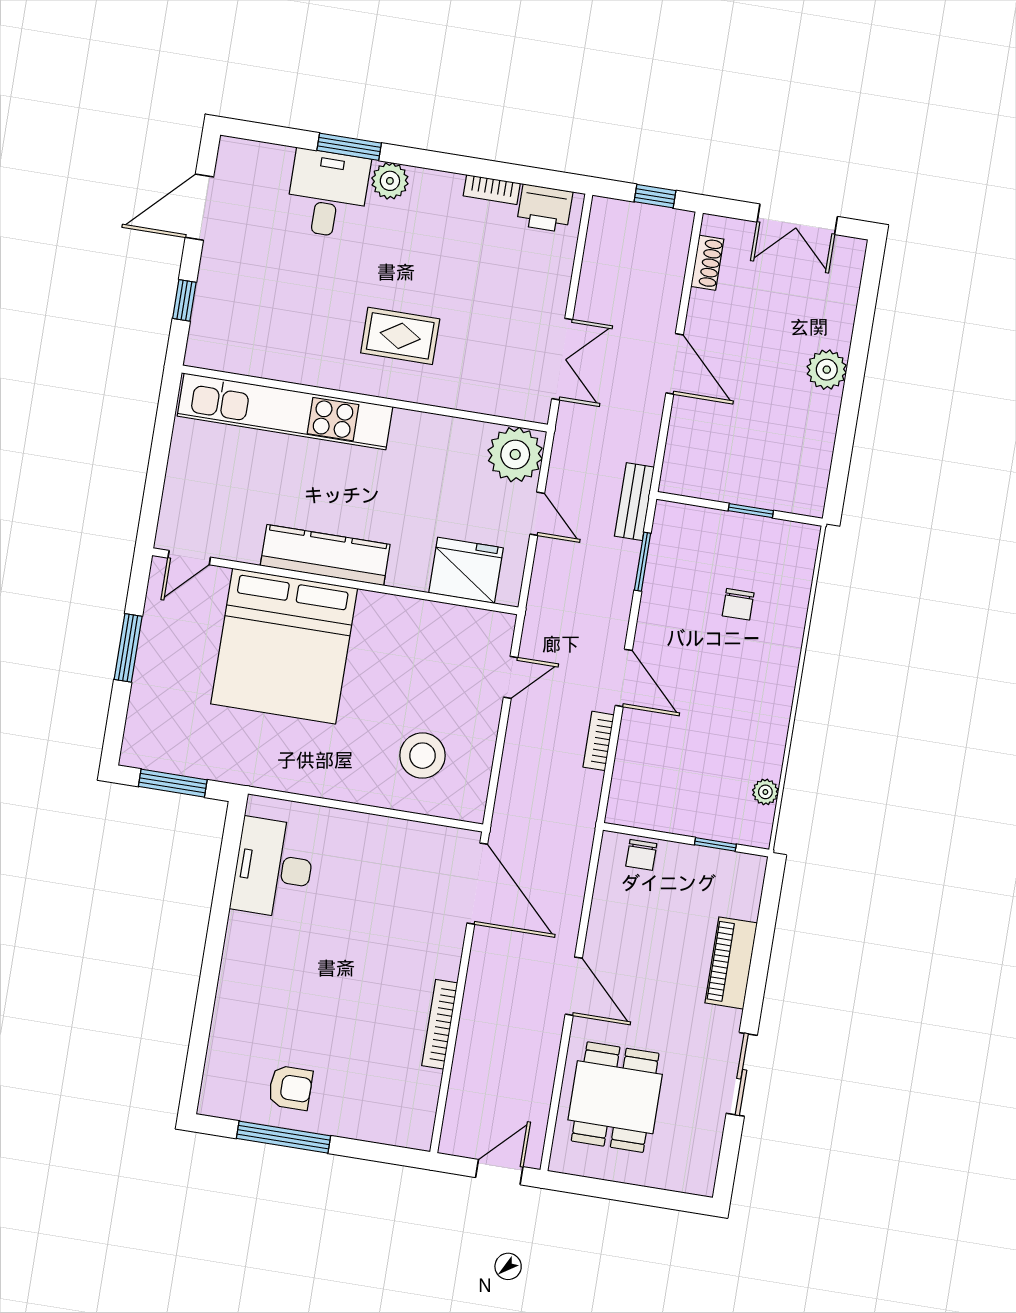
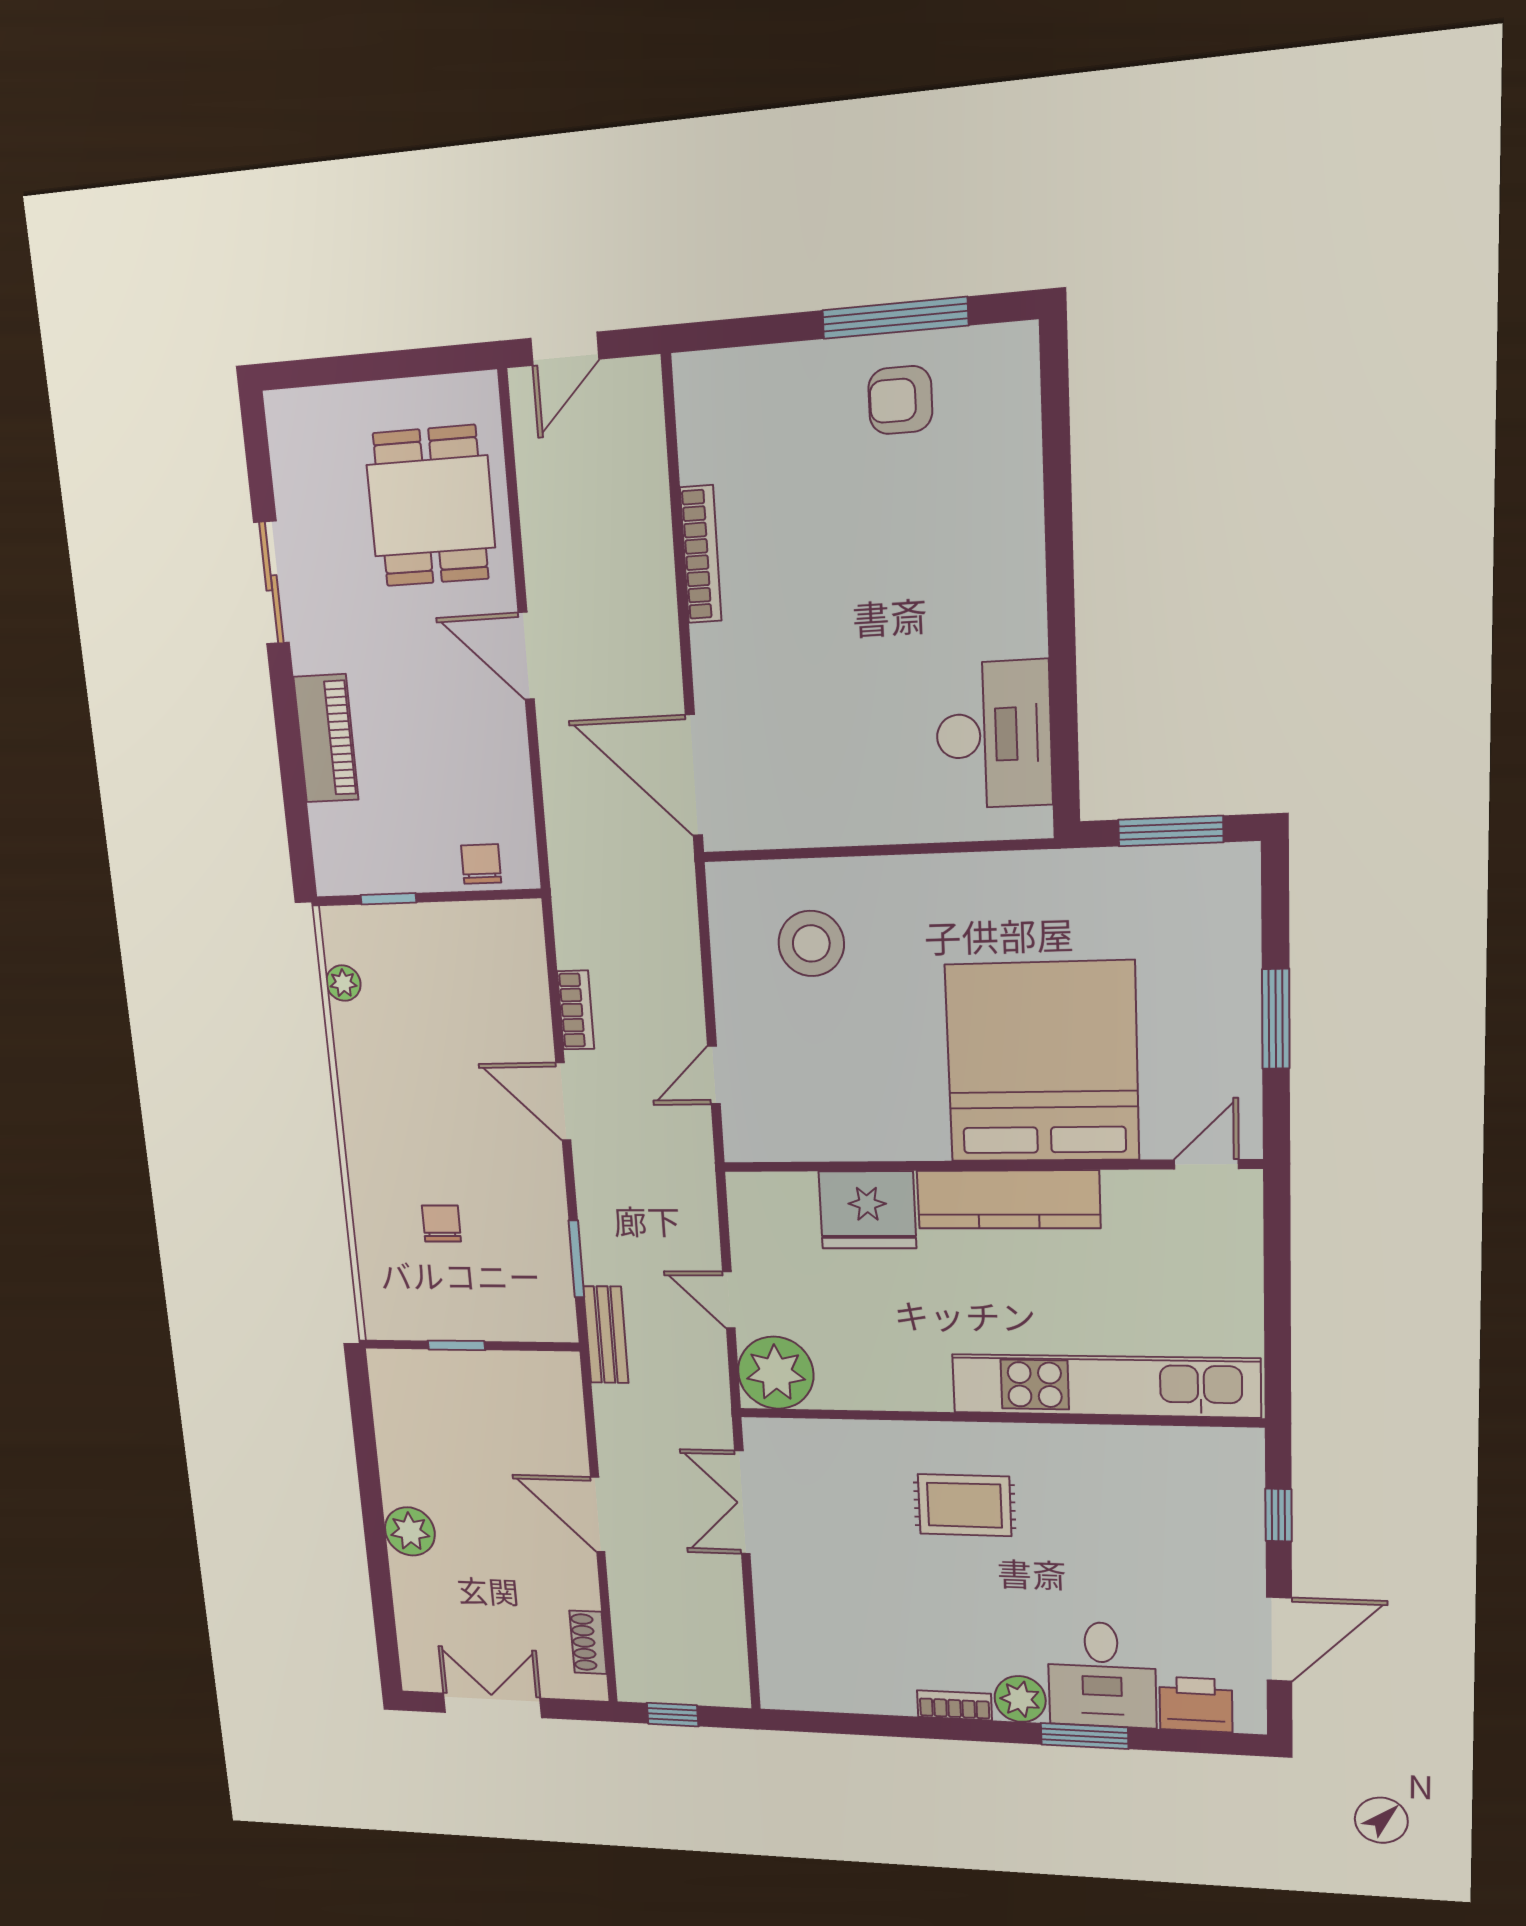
bookcase: (492, 190) -> (954, 1705), moved
printer: (545, 208) -> (1196, 1704), moved
fridge: (466, 570) -> (867, 1210), moved

